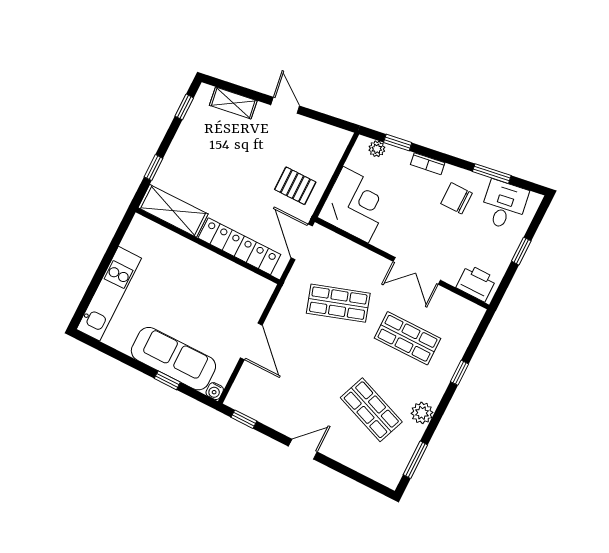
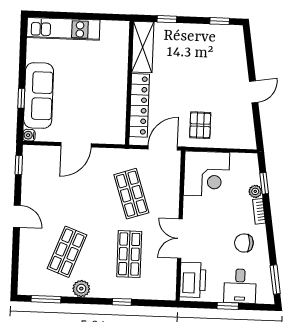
shelving: (233, 103) -> (238, 54), removed
plant: (377, 149) -> (255, 191), moved
window: (492, 174) -> (275, 279), moved
chair: (457, 198) -> (244, 243), turned -90
desk: (504, 205) -> (240, 286), moved, turned 99
printer: (476, 283) -> (193, 280), width x1.37, depth x1.19

